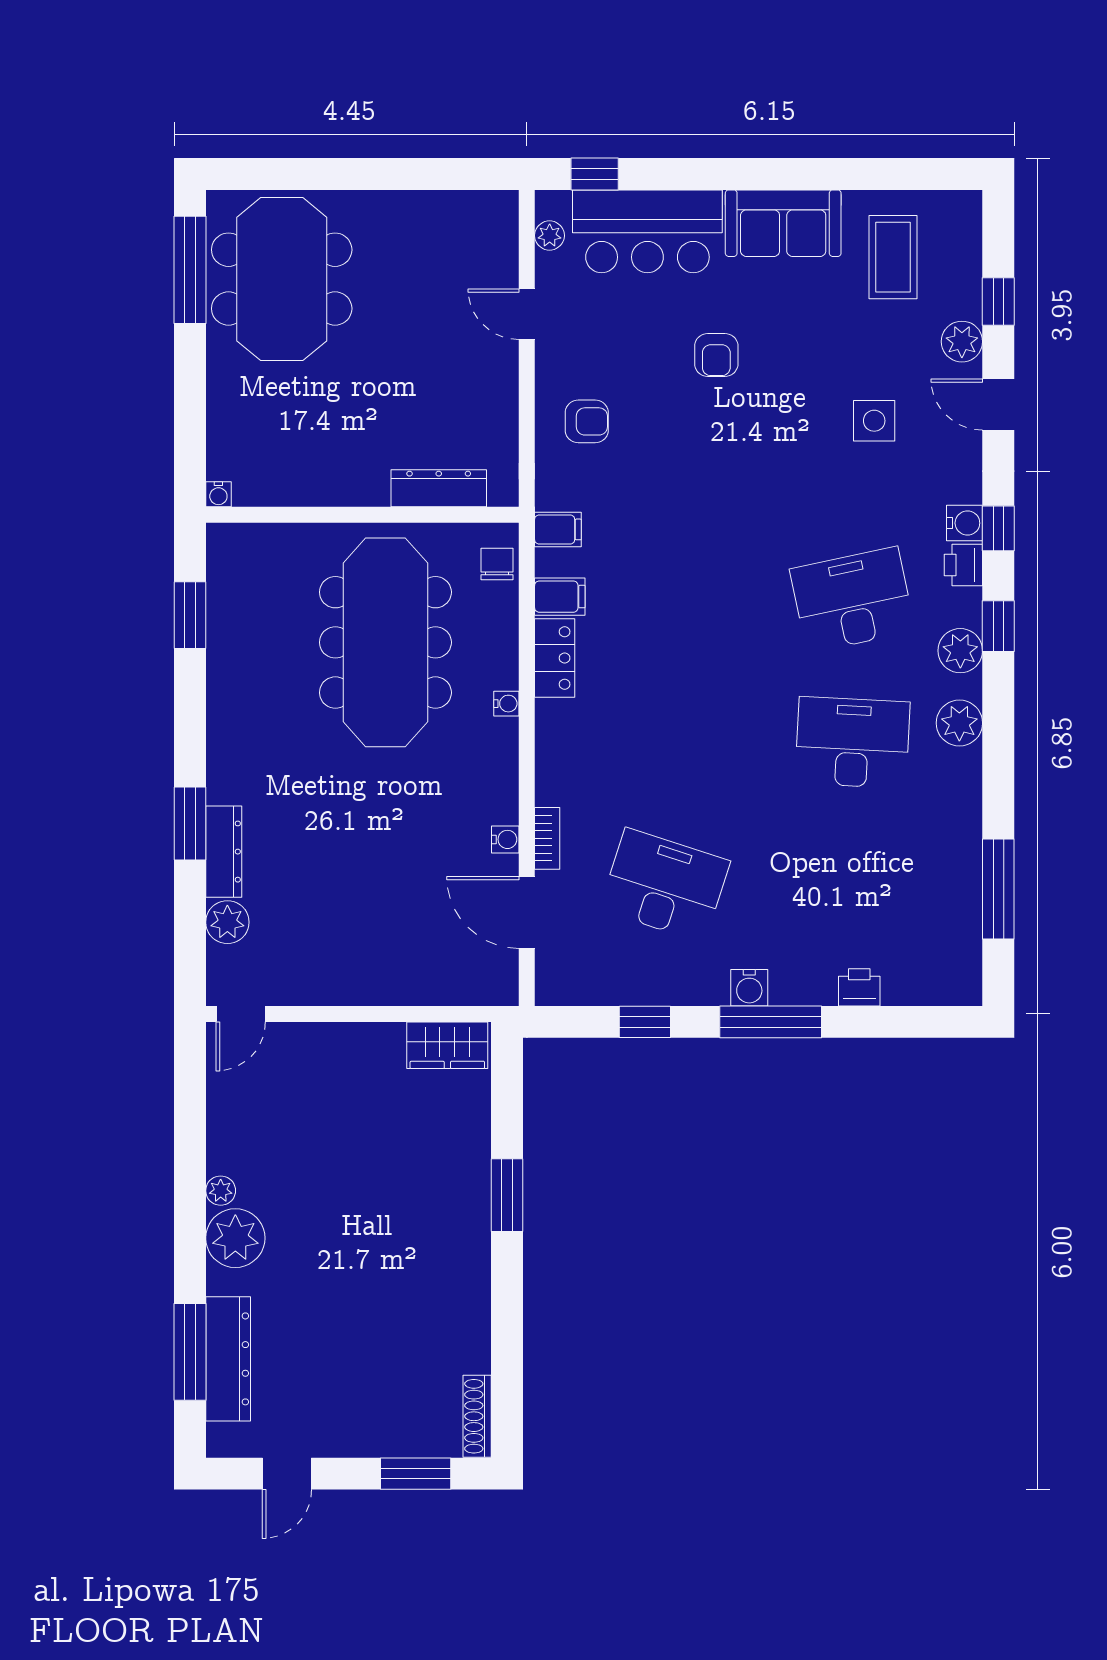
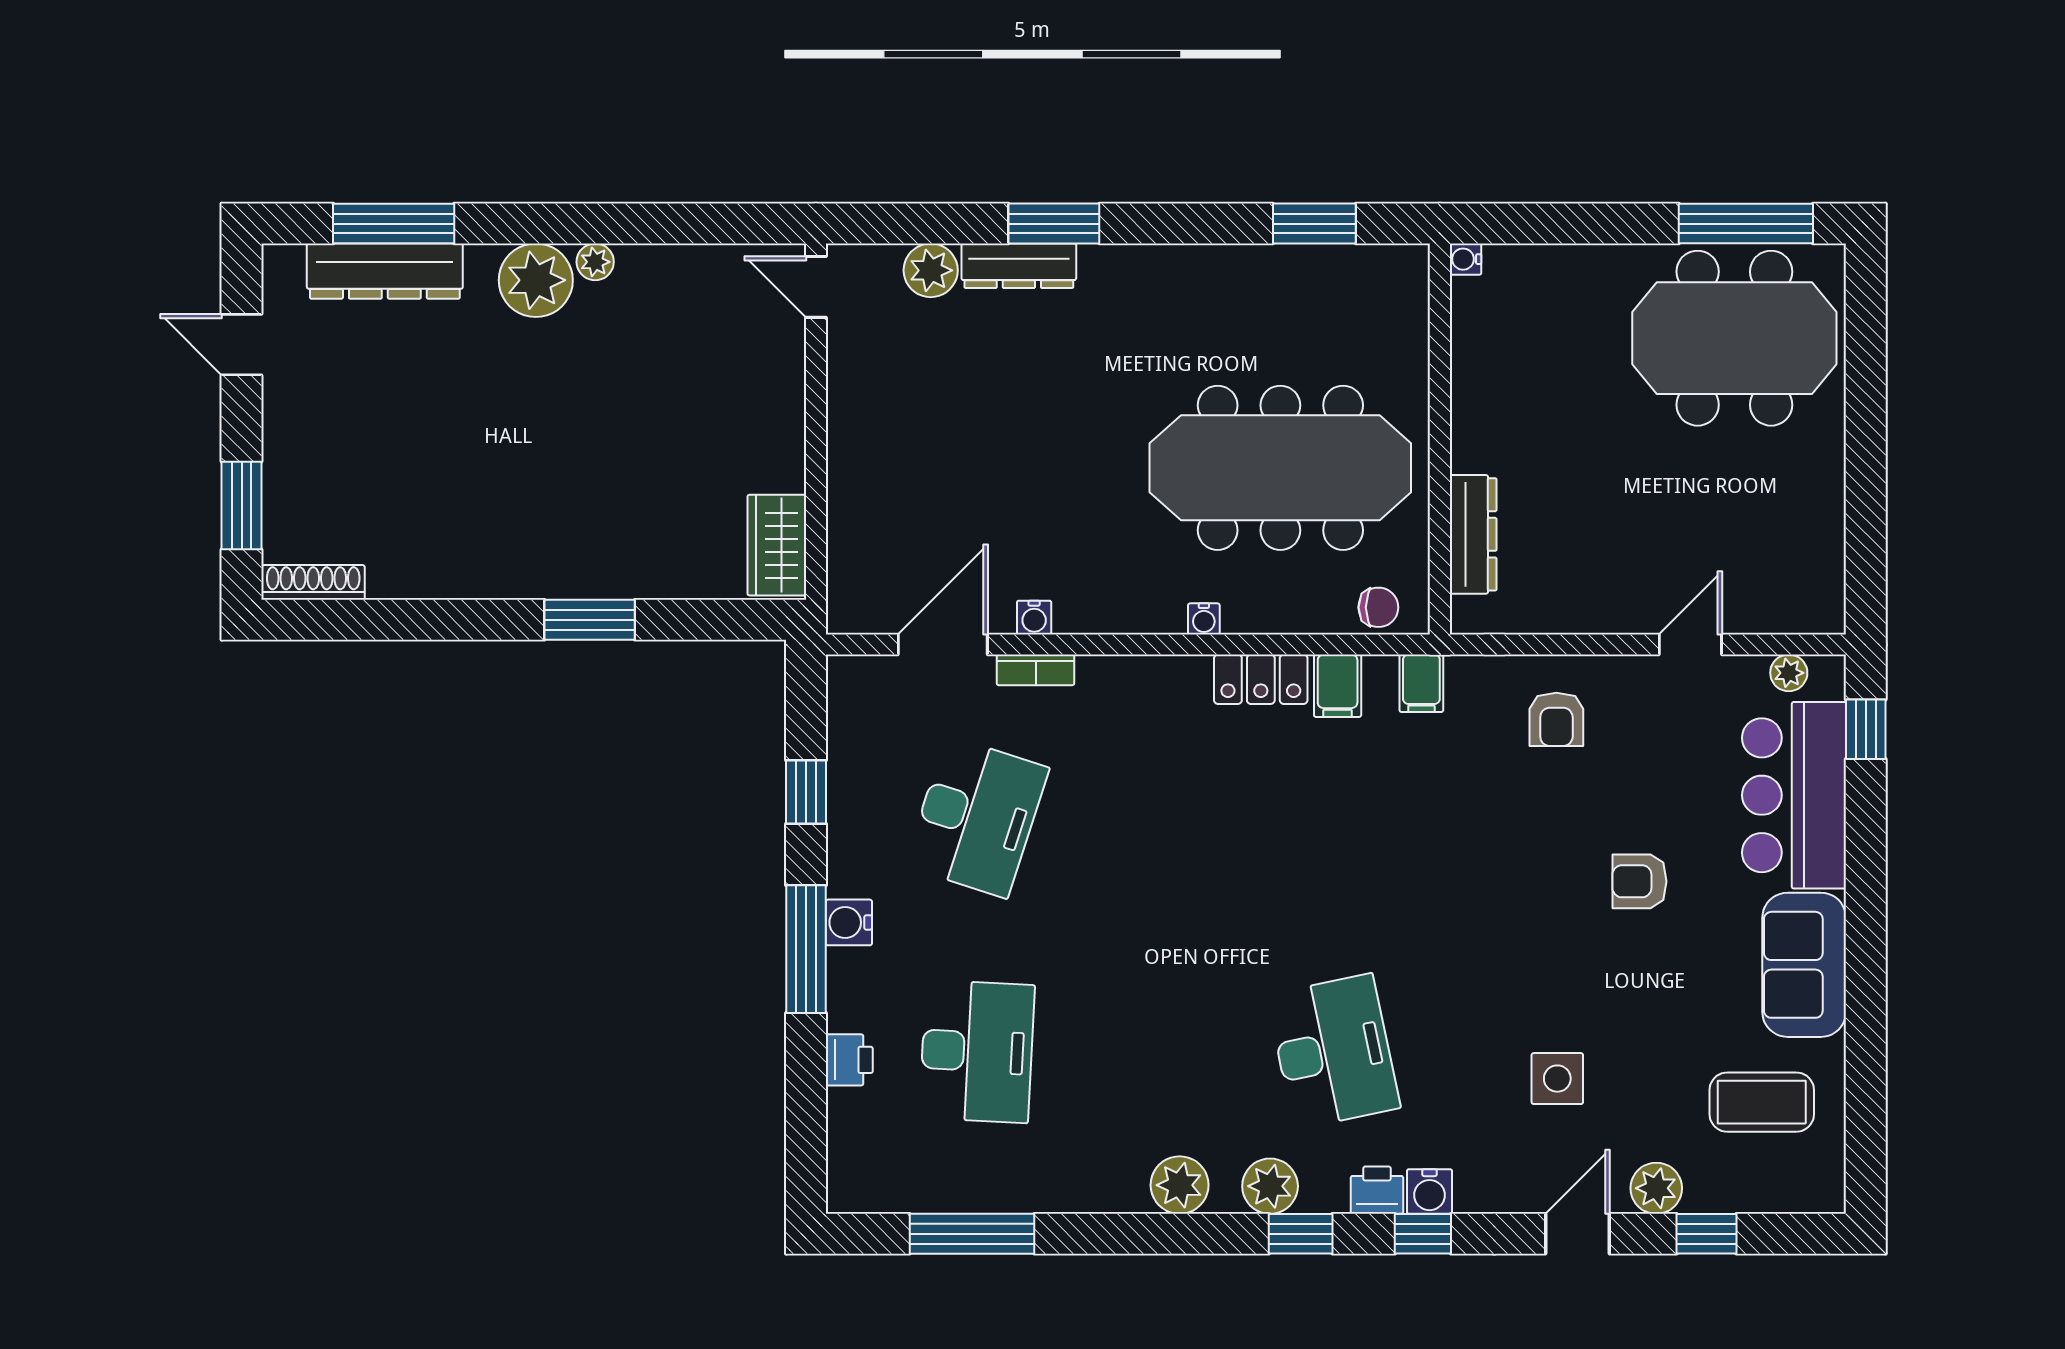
desk: (852, 743) -> (977, 1051), moved

